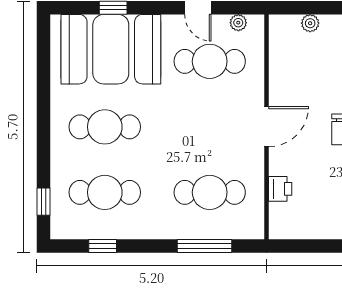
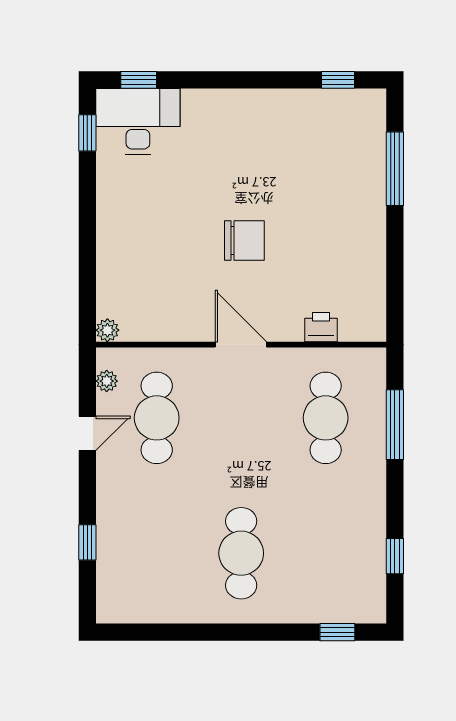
plant: (310, 23) -> (107, 330), moved
booth: (111, 49) -> (141, 545), removed
cafe table: (105, 192) -> (326, 553), removed

